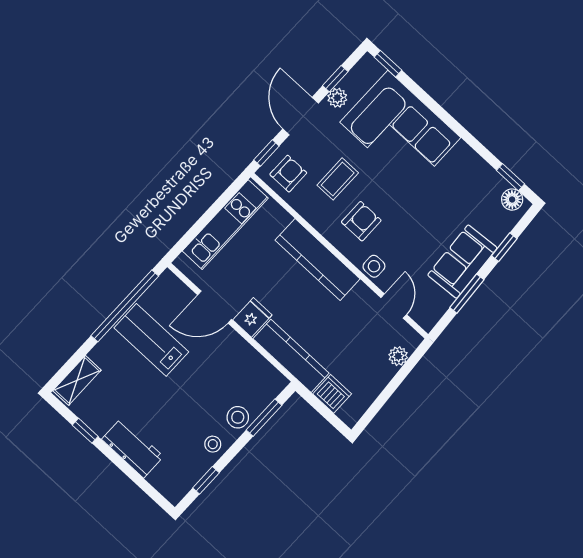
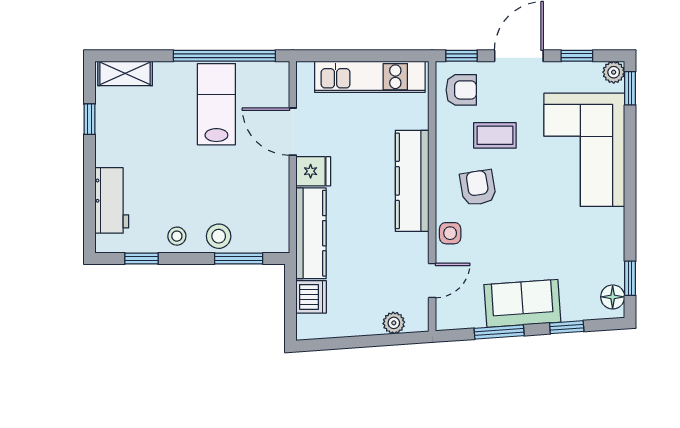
plant: (337, 98) -> (614, 72), moved
armchair: (361, 221) -> (478, 188), turned -99
workbench: (133, 448) -> (112, 200), moved

